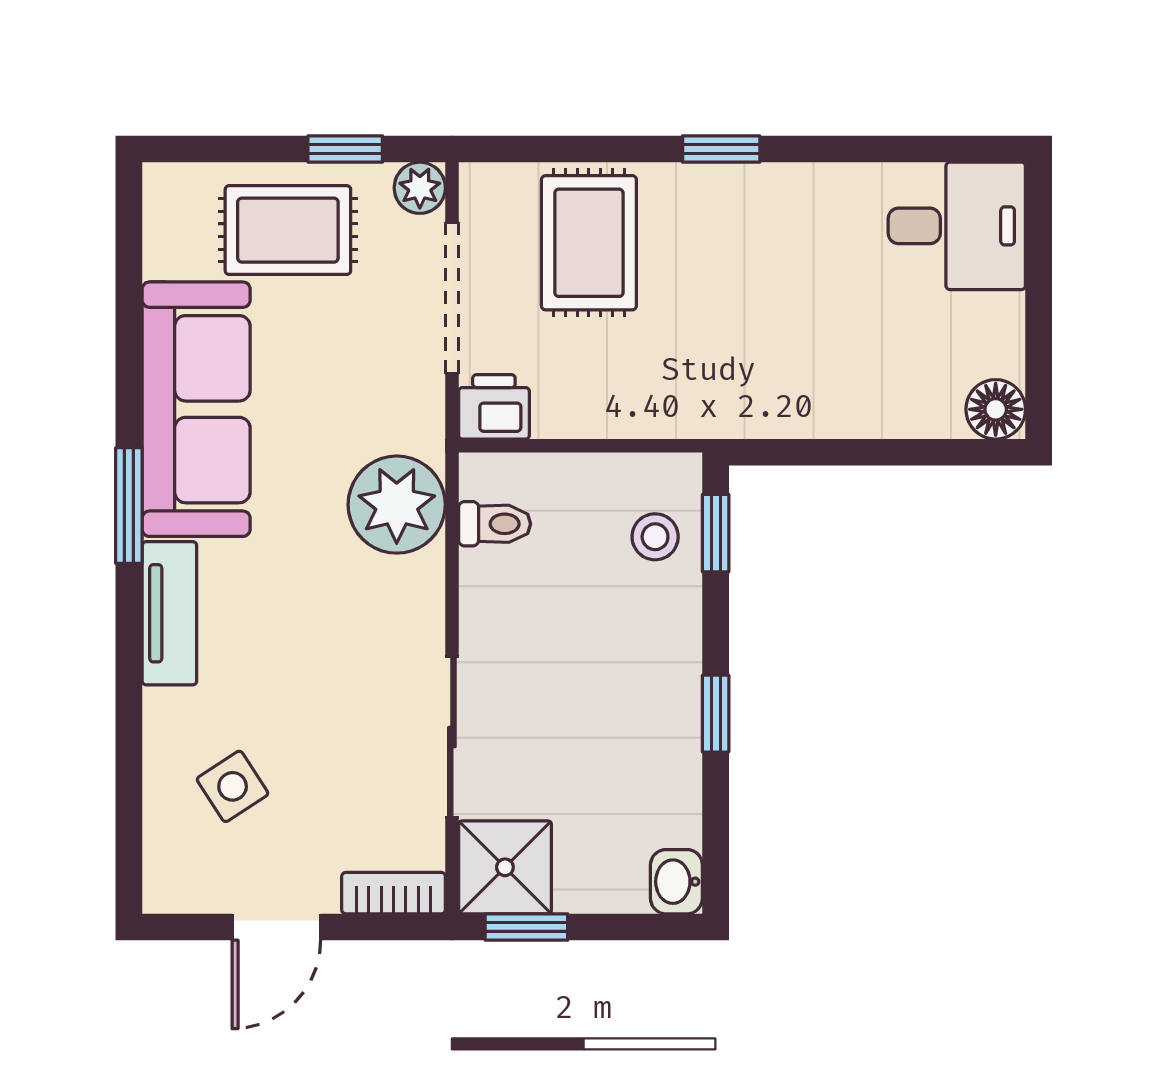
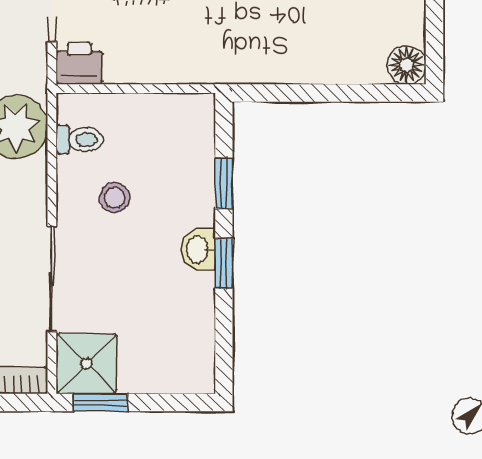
window: (716, 533) -> (224, 183), moved
stool: (655, 537) -> (115, 198), moved
washbasin: (676, 882) -> (198, 250), moved

